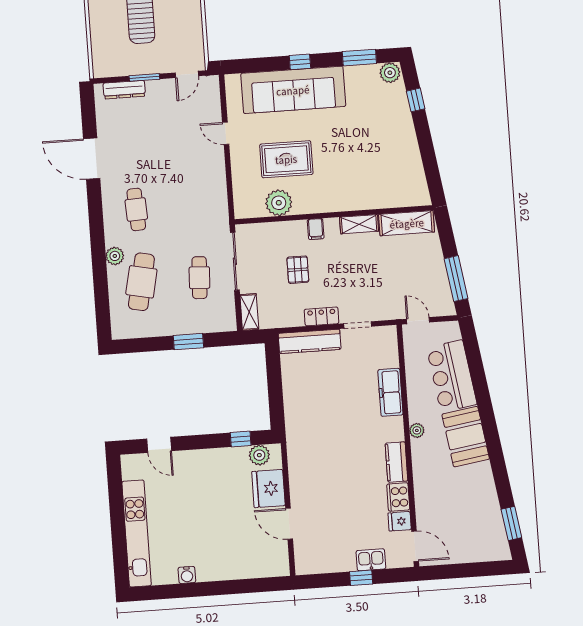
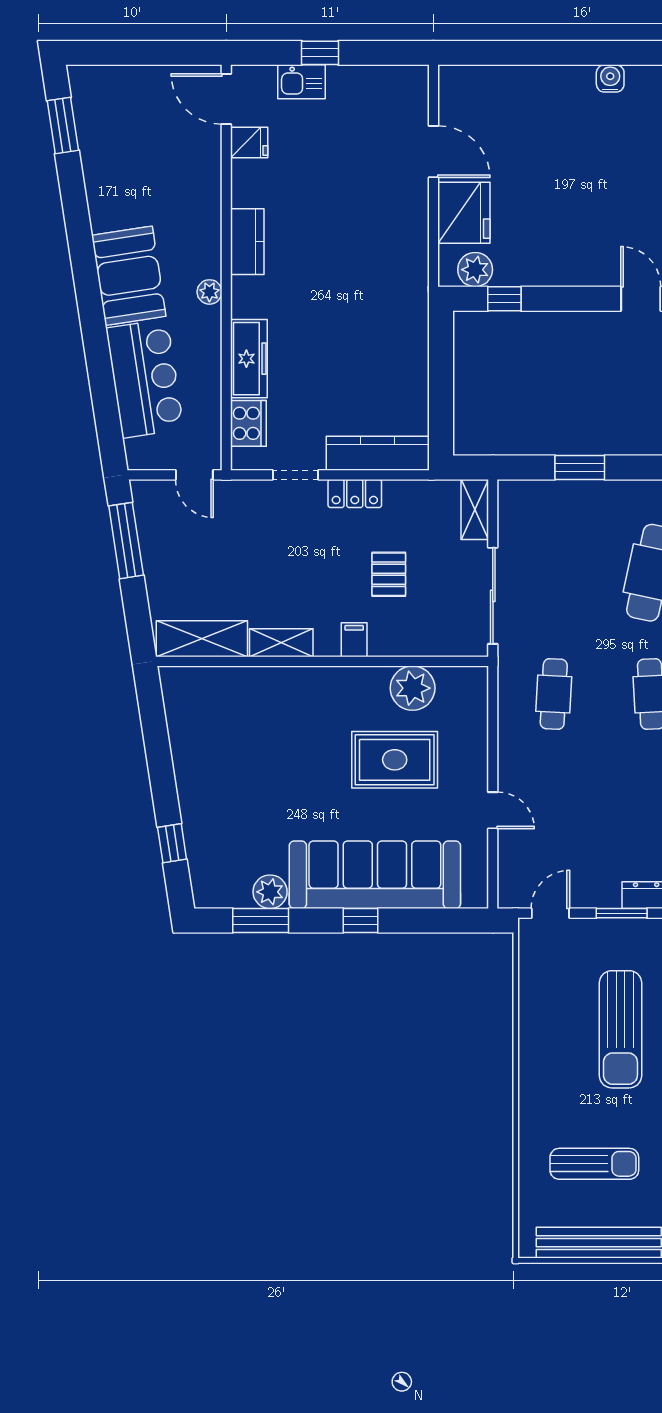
plant: (390, 73) -> (270, 892), moved
cafe table: (199, 278) -> (554, 694), moved
cooker: (398, 497) -> (248, 423), moved

